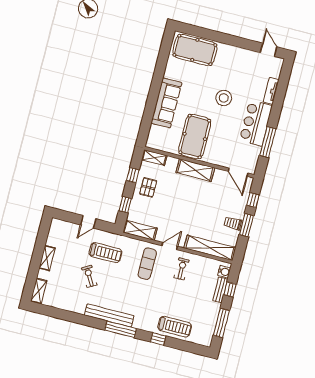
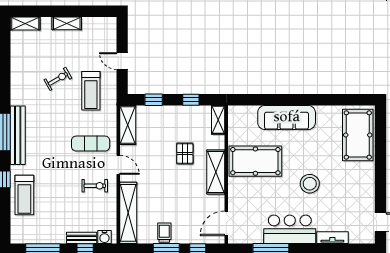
pallet: (148, 187) -> (185, 154), moved, turned 90
bench: (109, 315) -> (18, 135), moved

